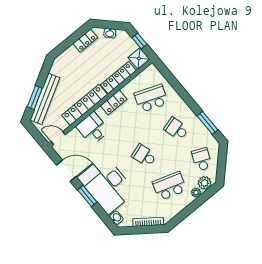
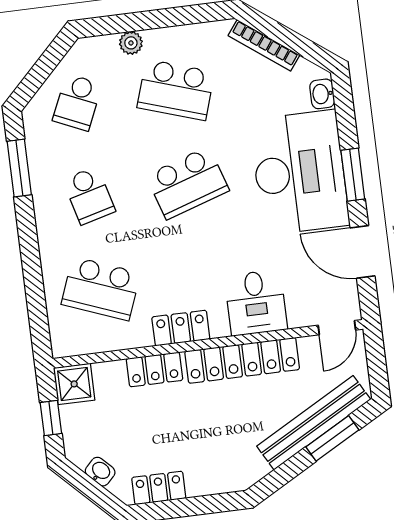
locker: (118, 78) -> (154, 369), width x0.66
door: (58, 138) -> (337, 328), hinge flipped
school desk: (144, 156) -> (188, 183), width x1.85
plant: (205, 183) -> (102, 51), removed

